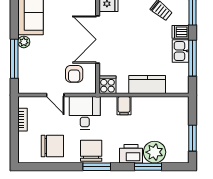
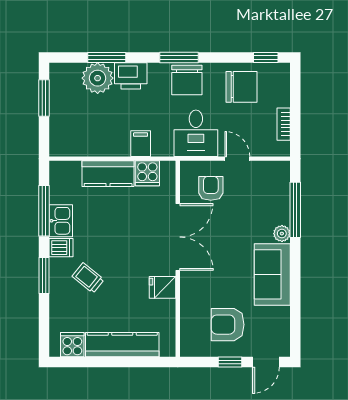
cooker: (107, 85) -> (147, 173), moved
chair: (52, 146) -> (241, 87), turned 180
window: (35, 167) -> (266, 58), added

